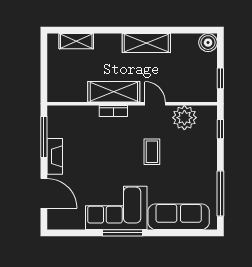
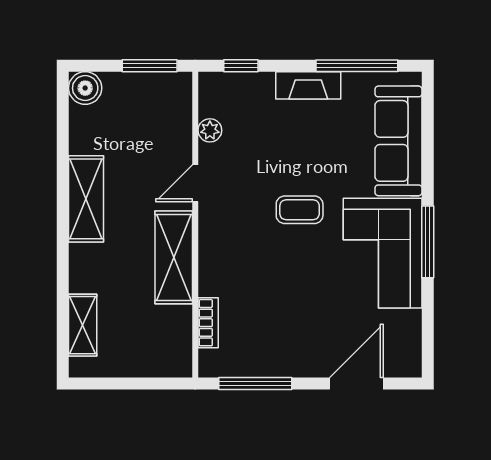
window: (220, 78) -> (150, 66), width x1.50
bookcase: (113, 111) -> (208, 323), moved
plant: (184, 118) -> (210, 130), width x0.53, depth x0.53
coffee table: (152, 152) -> (300, 210), moved
fireplace: (55, 156) -> (308, 85), moved, turned 180

